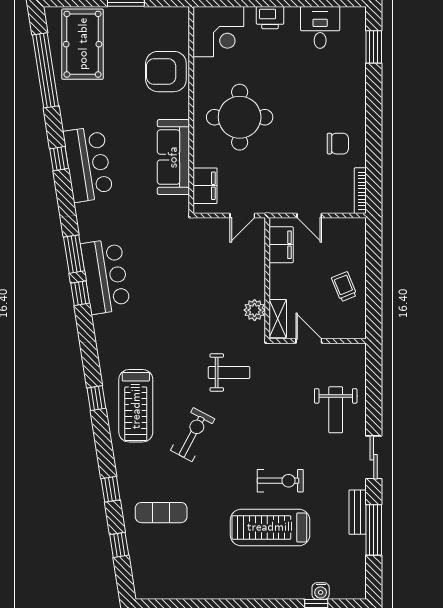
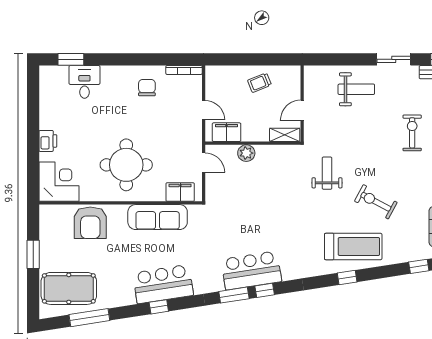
desk: (320, 27) -> (84, 82), moved, turned 90
window: (45, 70) -> (89, 318), width x0.68
door: (309, 216) -> (204, 110), hinge flipped
plant: (255, 310) -> (246, 153), moved

